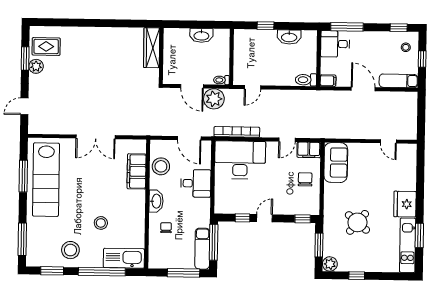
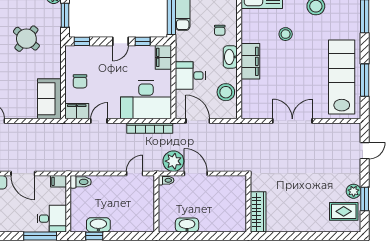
window: (266, 26) -> (94, 236), moved
wardrobe: (152, 48) -> (258, 212), moved
wall: (161, 56) -> (248, 204), moved
filing cabinet: (137, 171) -> (250, 61), moved
filing cabinet: (222, 202) -> (163, 57), added

